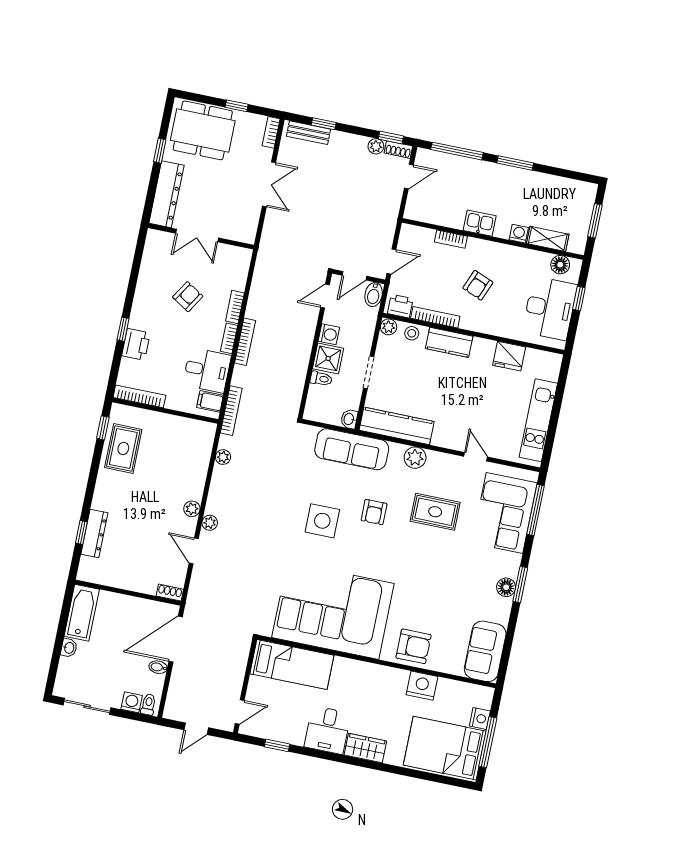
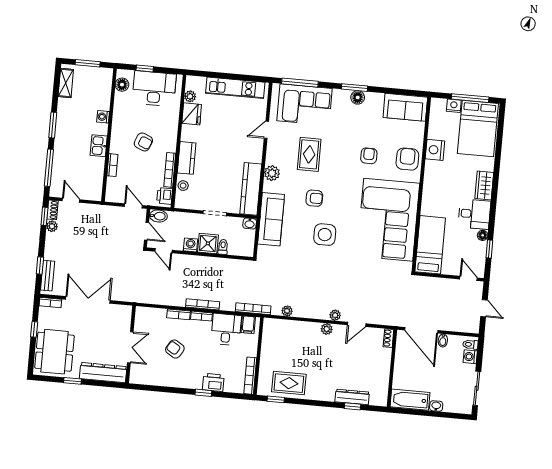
double door: (269, 184) -> (88, 300), width x1.37
shelving: (548, 239) -> (66, 83), moved
plant: (389, 327) -> (190, 96), moved
armchair: (424, 594) -> (369, 156), added
floor lamp: (297, 738) -> (483, 235), added

